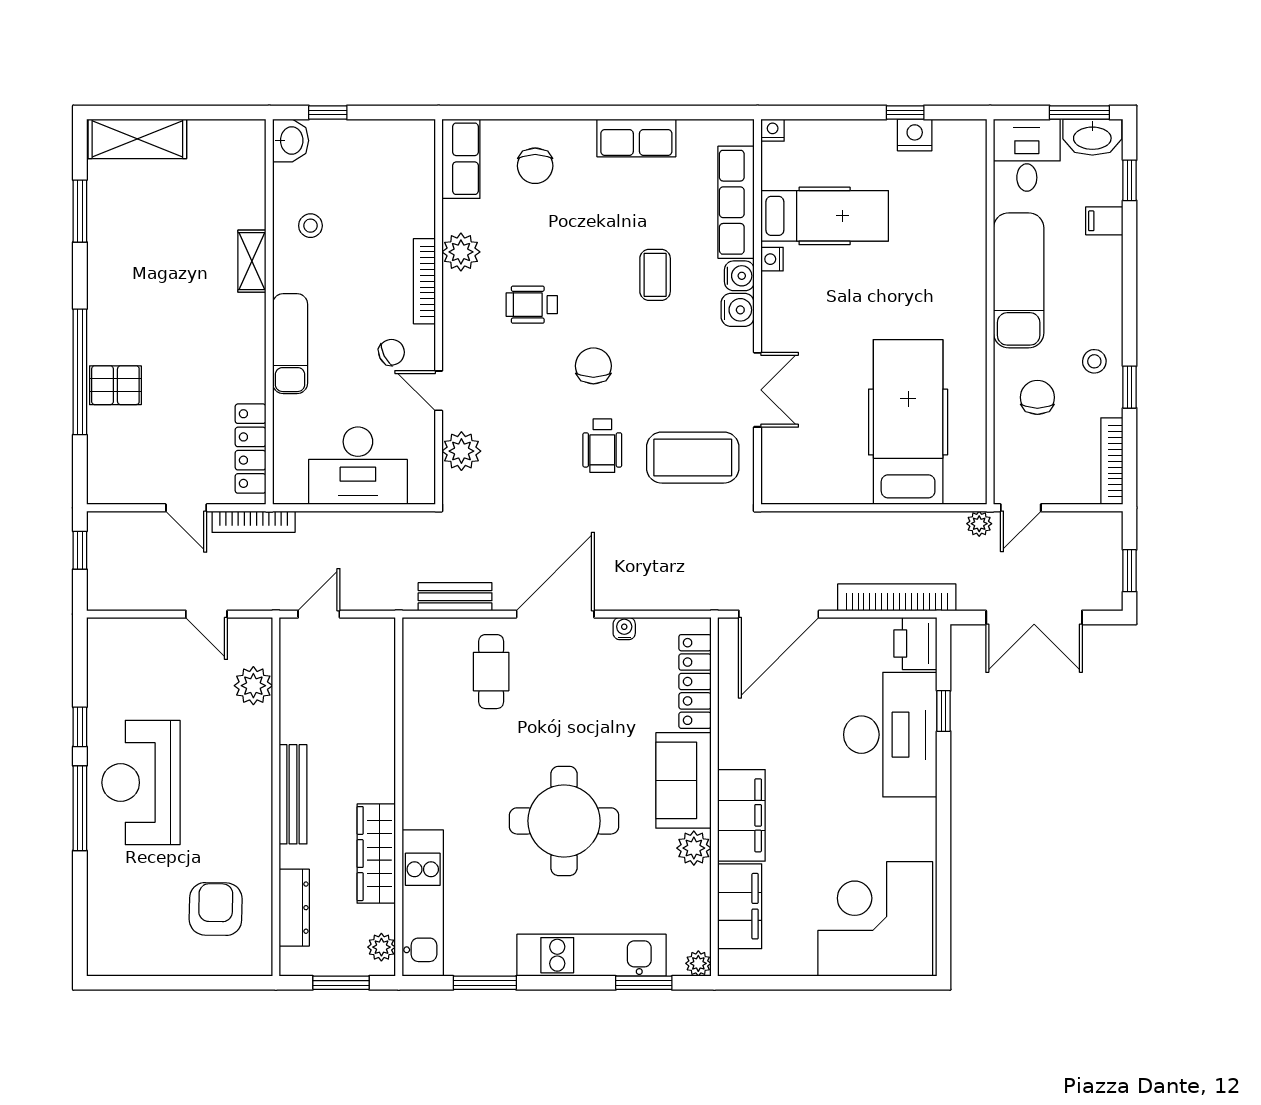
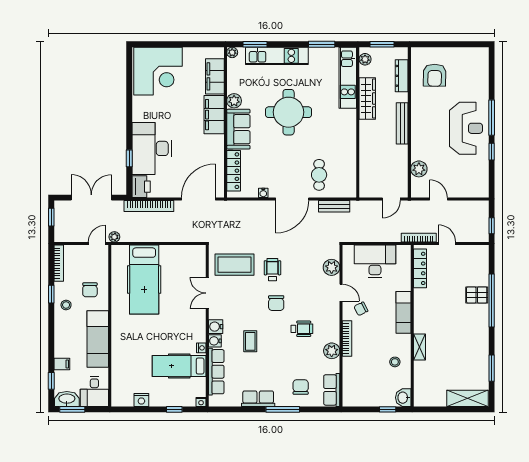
window: (578, 112) -> (283, 409), added
window: (905, 112) -> (174, 409), moved

